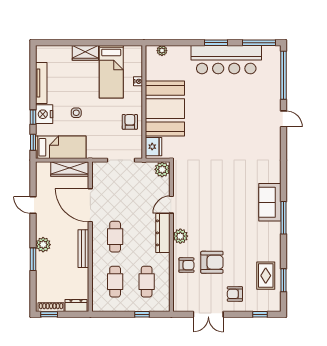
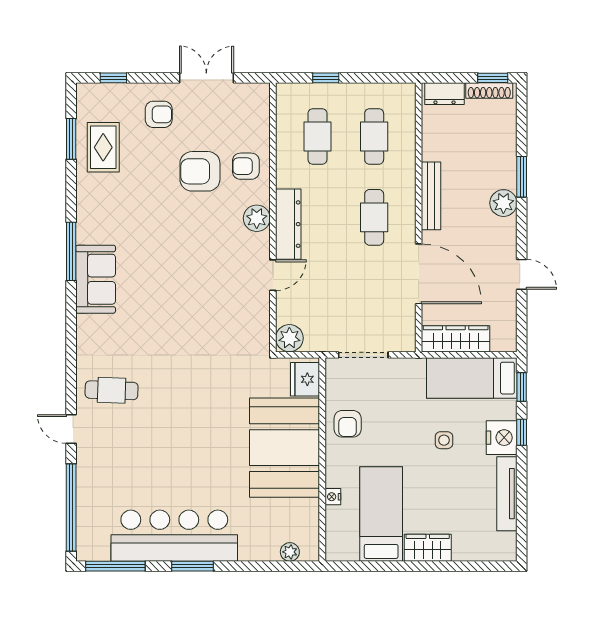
cafe table: (261, 140) -> (112, 390), added

